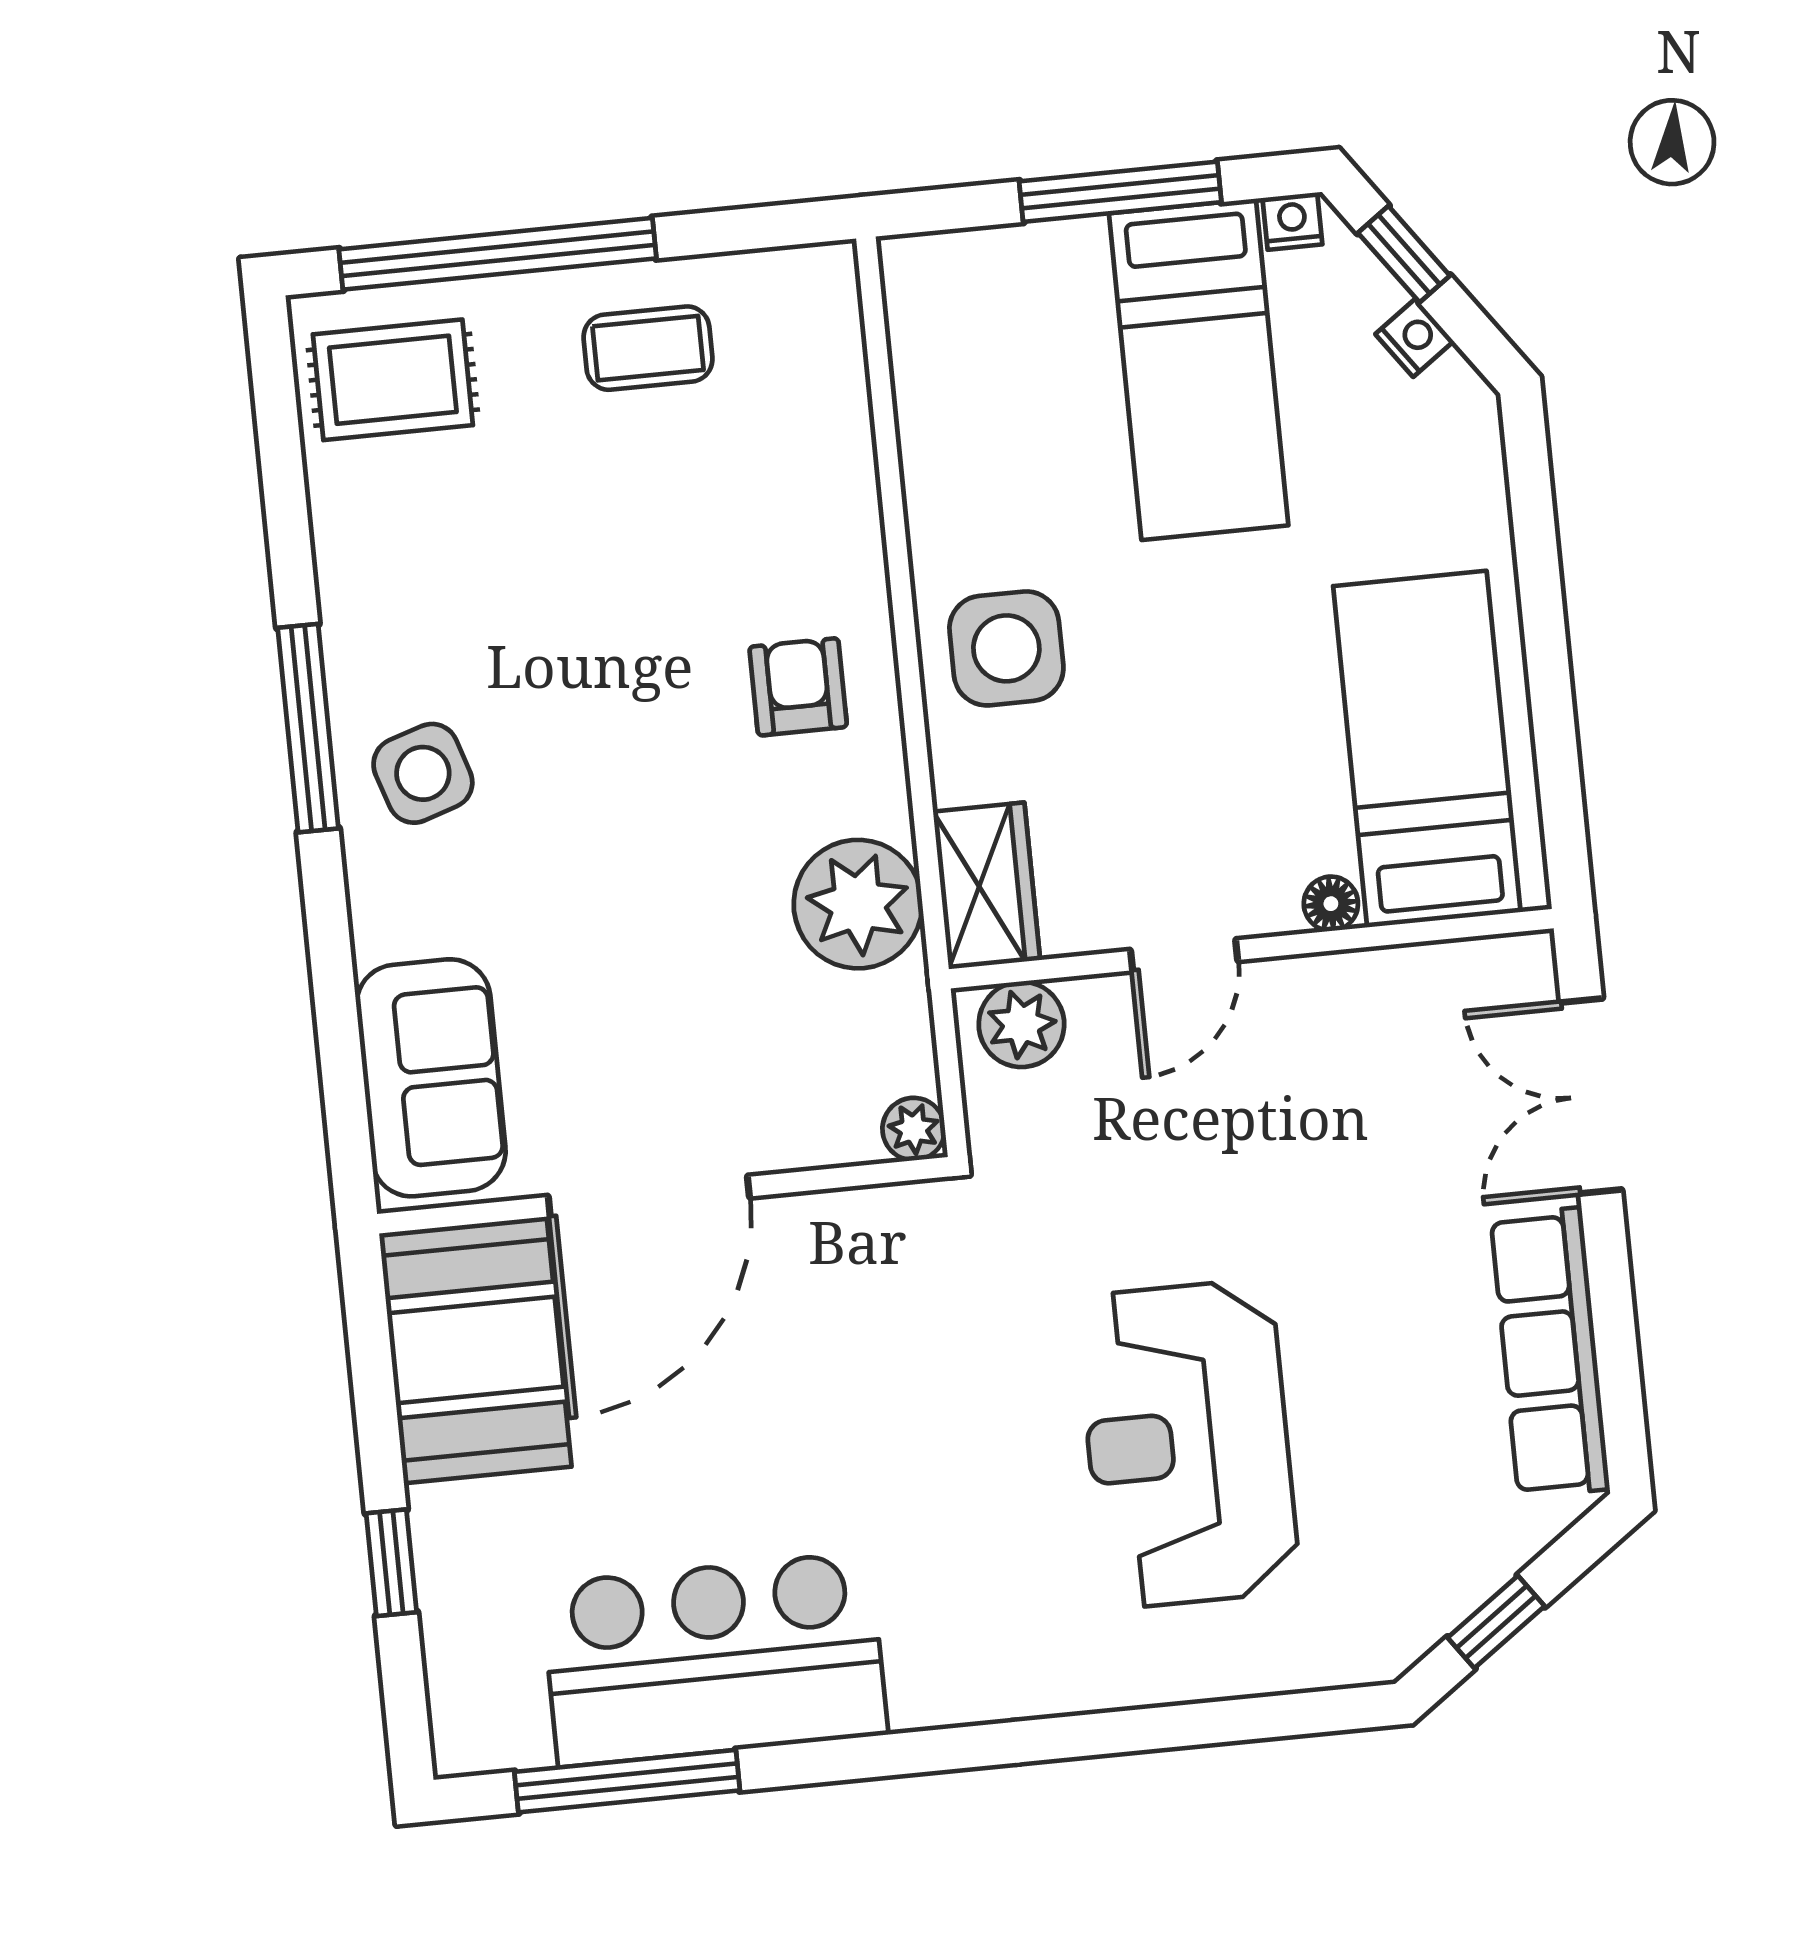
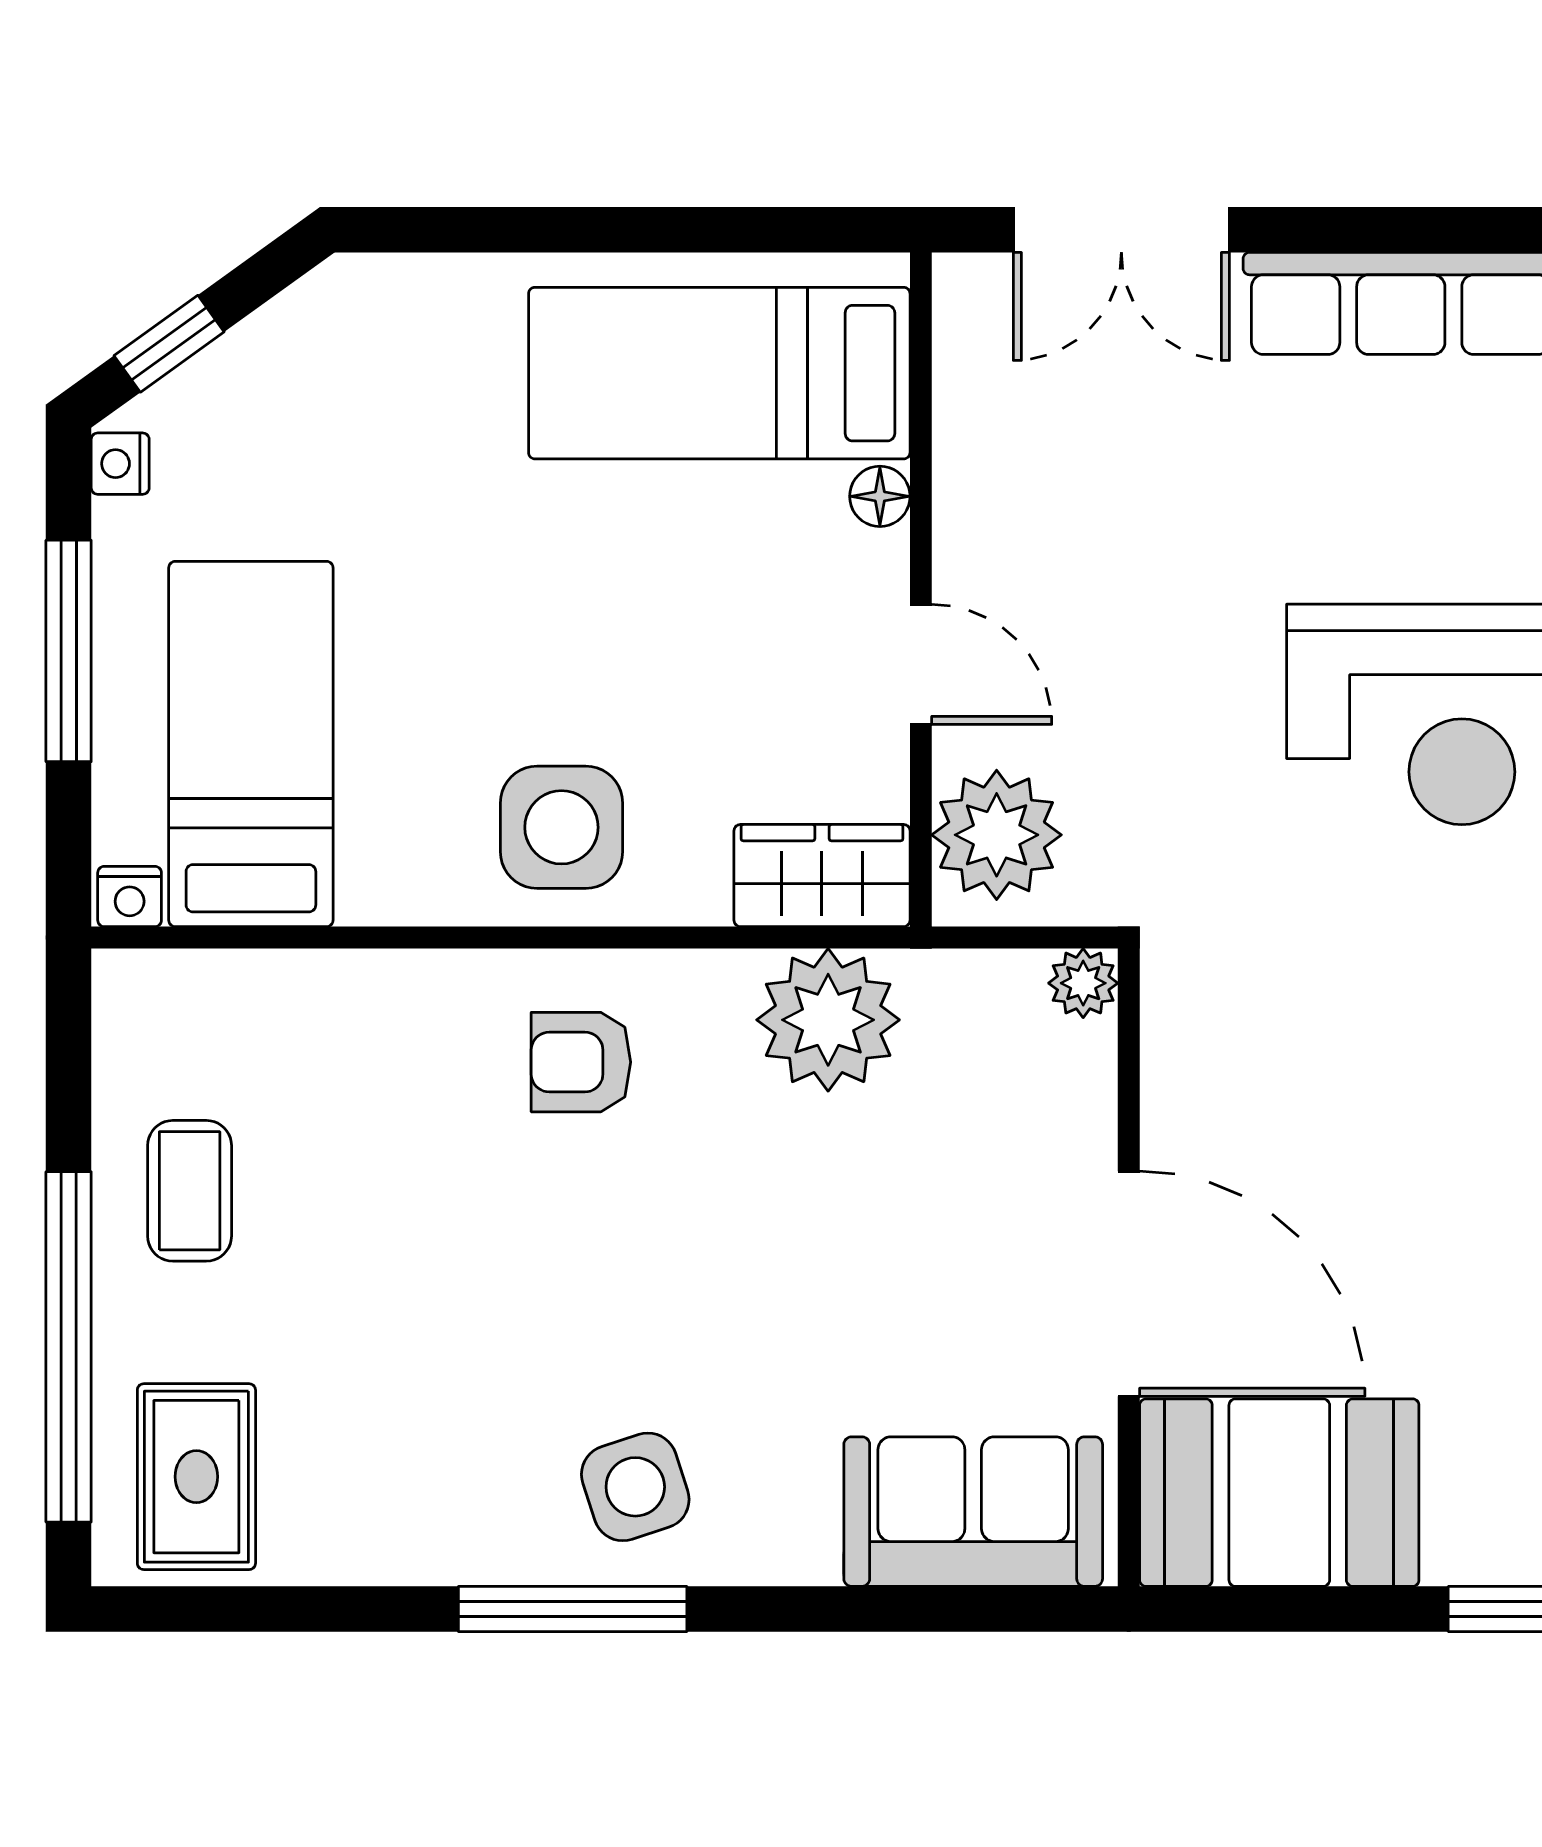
nightstand: (1415, 338) -> (130, 896), moved, turned -144
bed: (1199, 369) -> (251, 744), moved, turned -90
plant: (1021, 1024) -> (997, 835), width x1.36, depth x1.36

